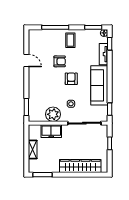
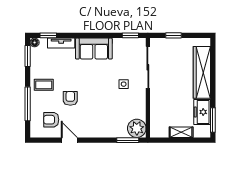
door: (26, 61) -> (69, 140), hinge flipped
armchair: (71, 79) -> (51, 120), moved
sofa: (99, 85) -> (94, 49), width x0.73
plant: (53, 114) -> (137, 128), moved
freezer: (51, 131) -> (202, 112), moved, turned 180

